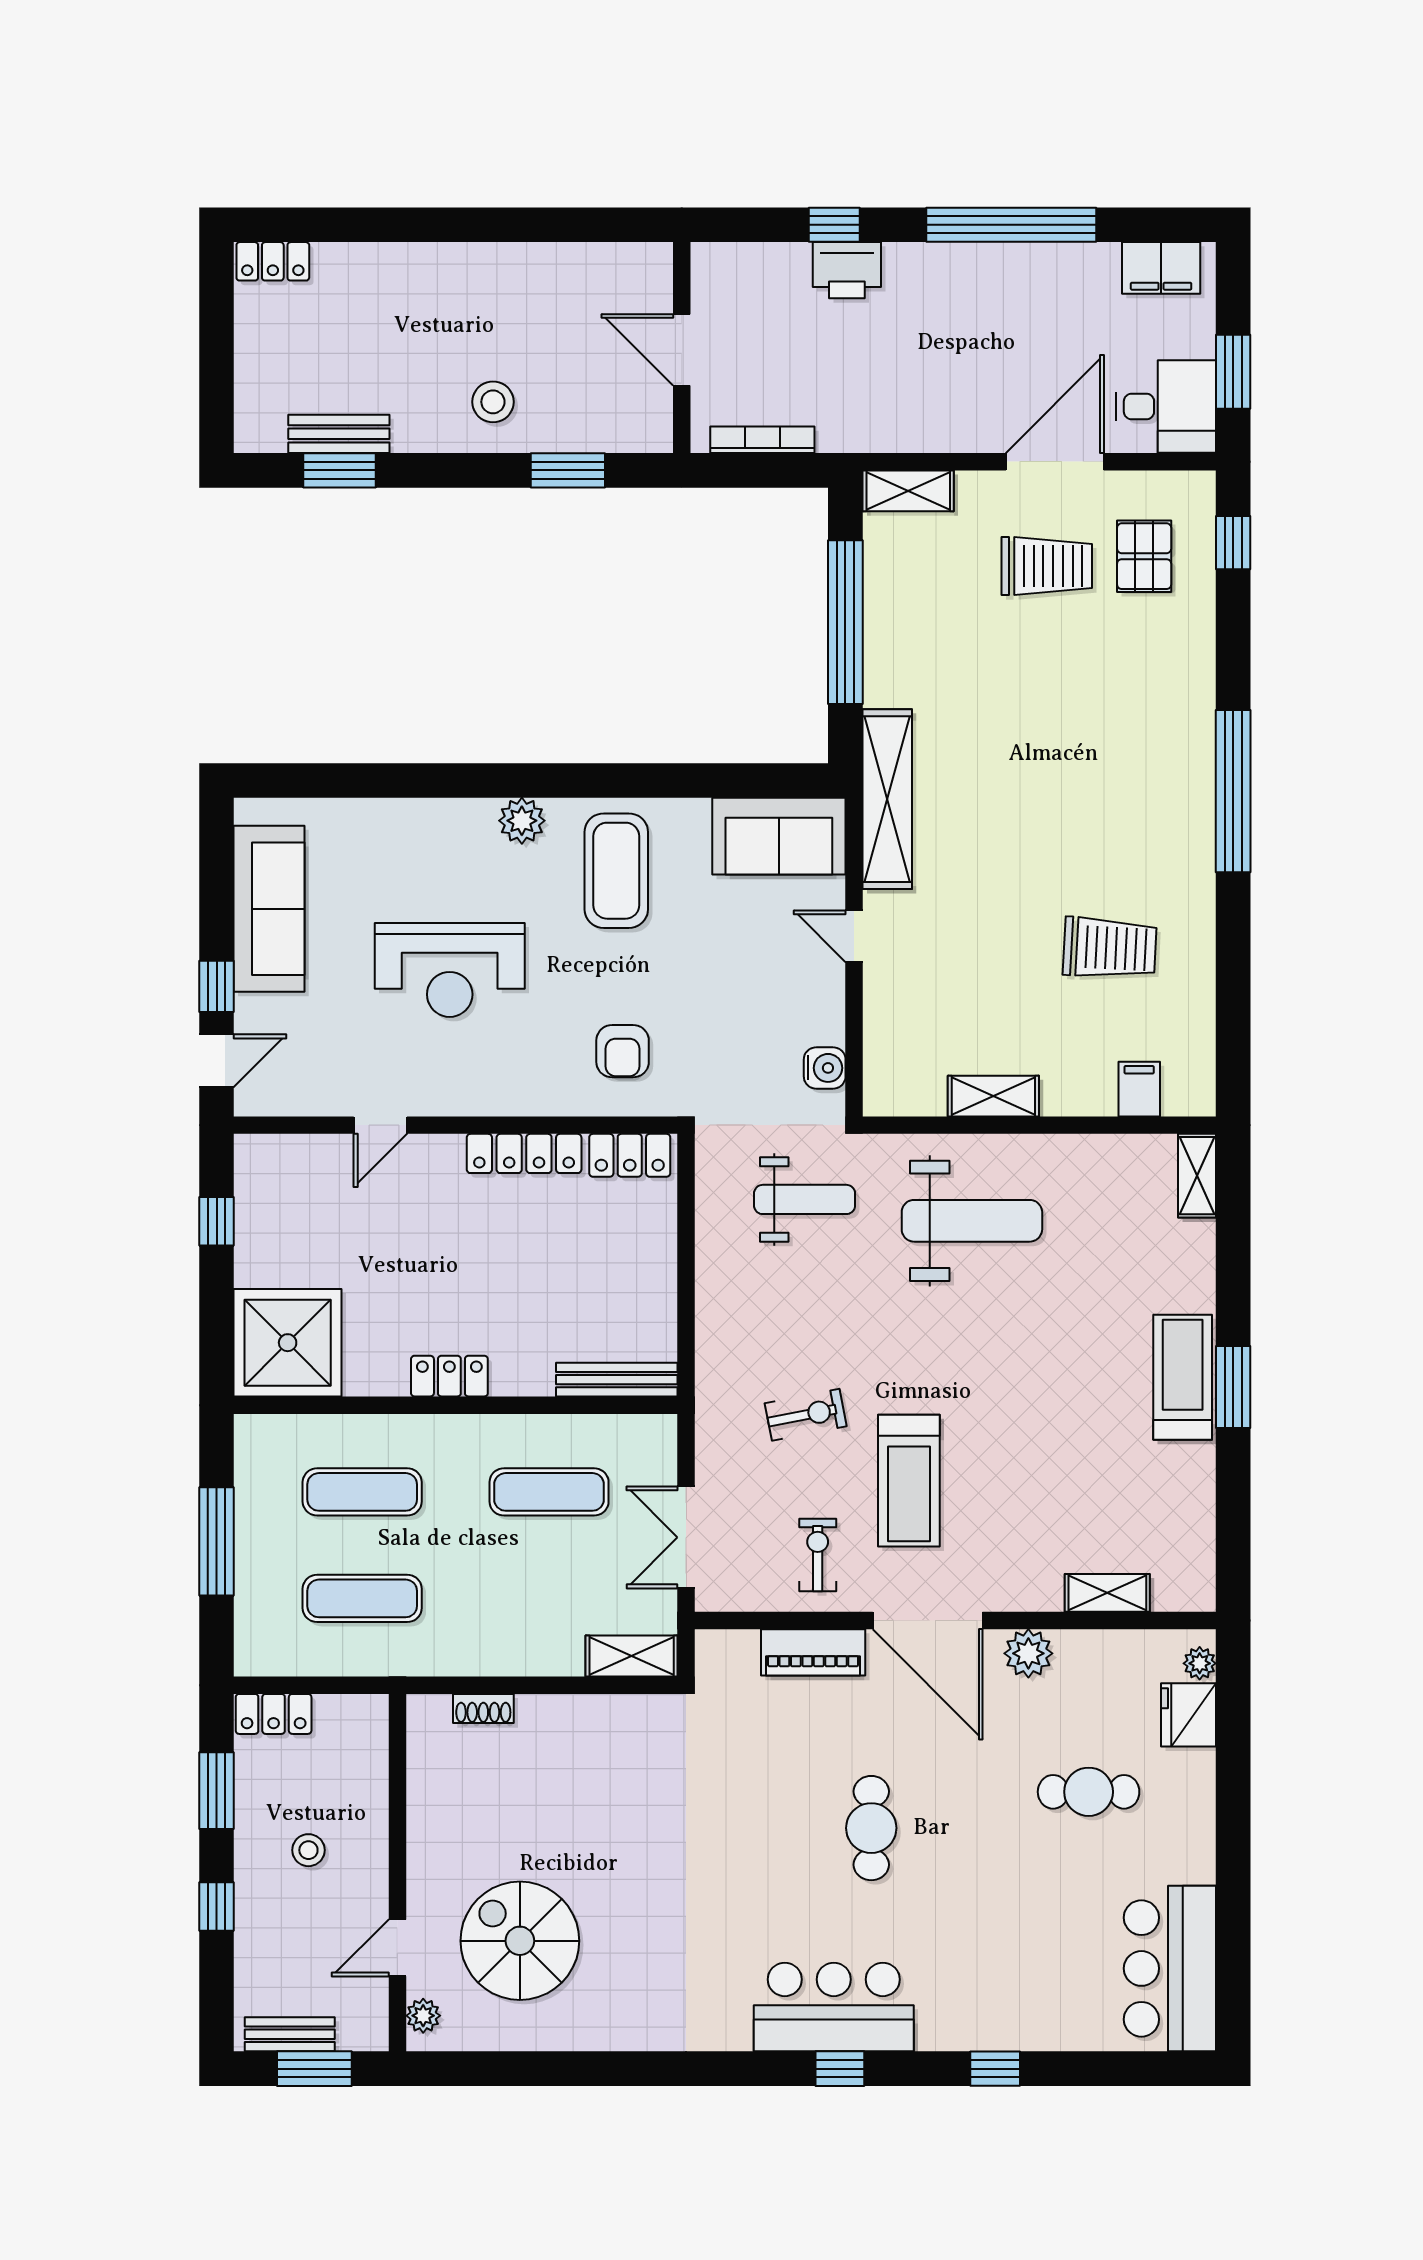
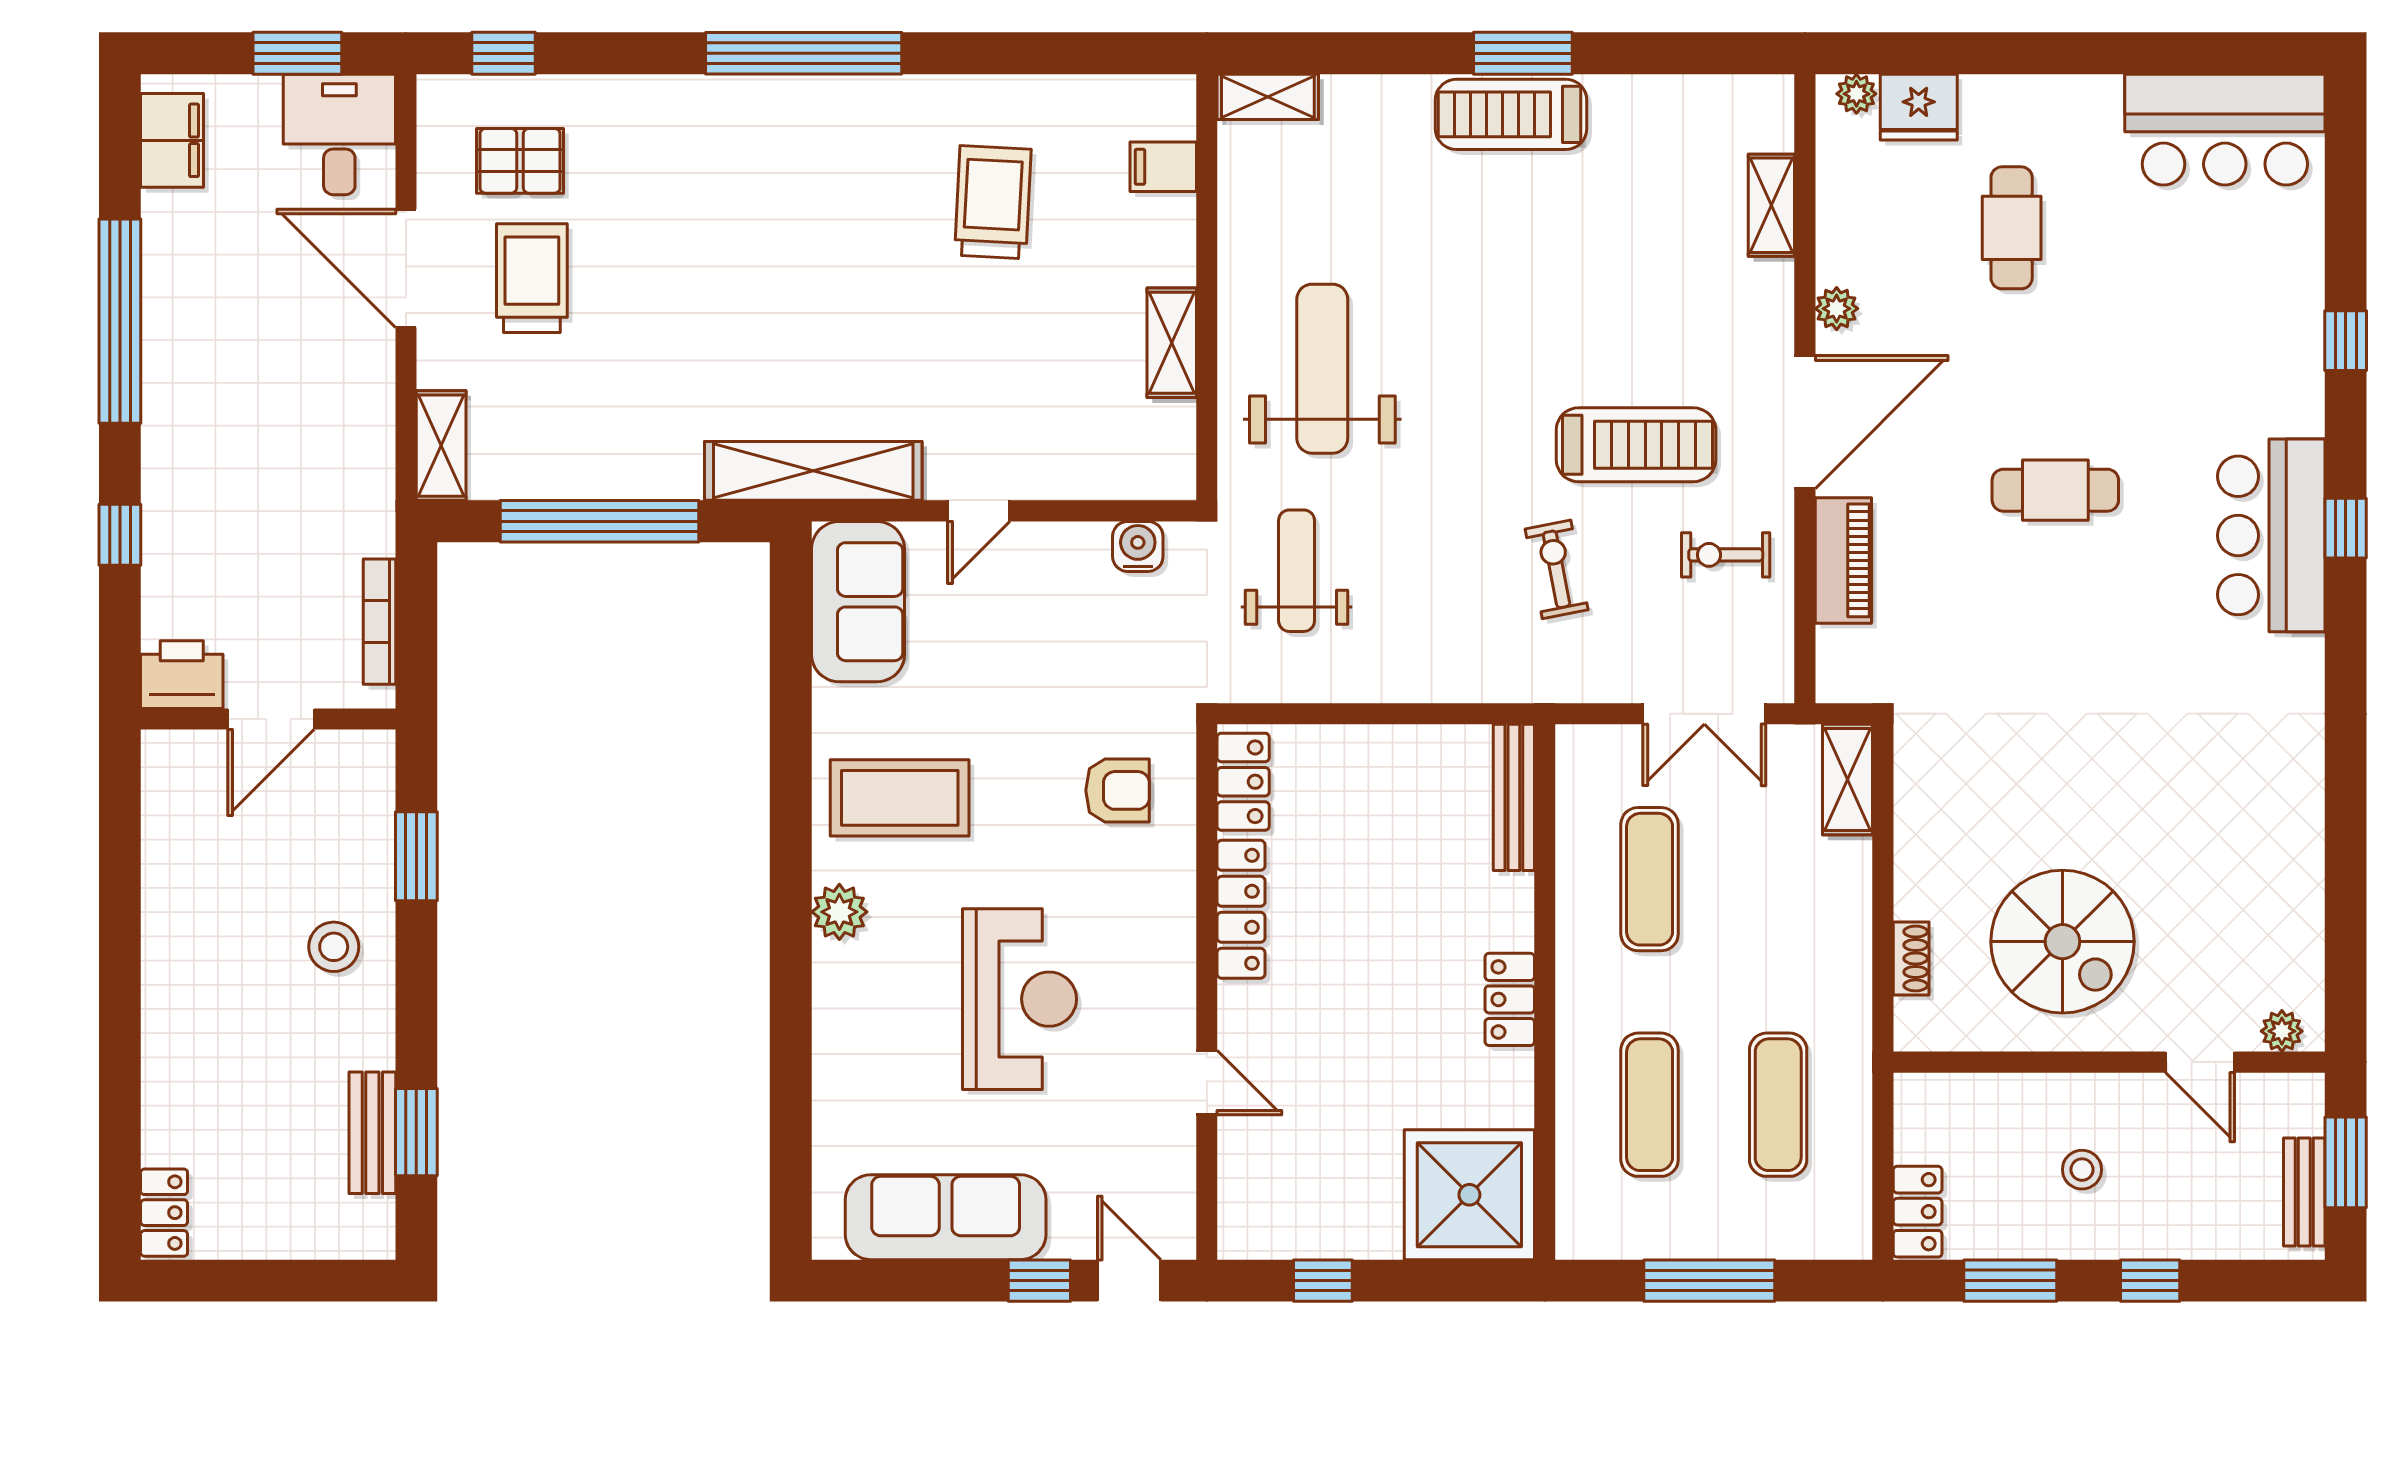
printer: (847, 270) -> (182, 675), moved, turned -90
plant: (1028, 1653) -> (1837, 309), width x0.73, depth x0.73
spiral stairs: (520, 1941) -> (2062, 942), moved, turned -90

